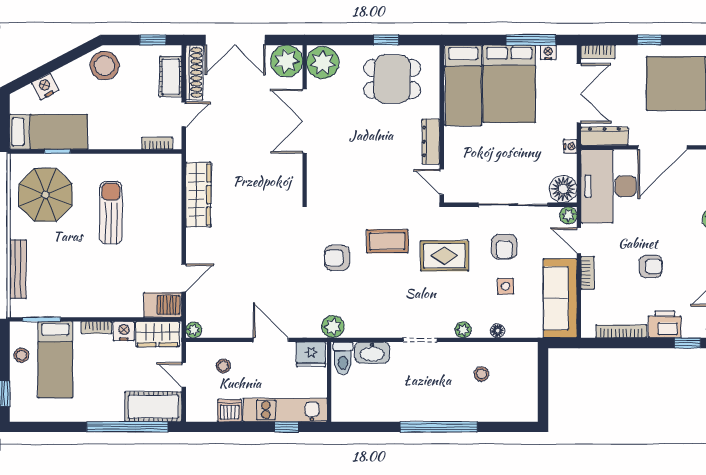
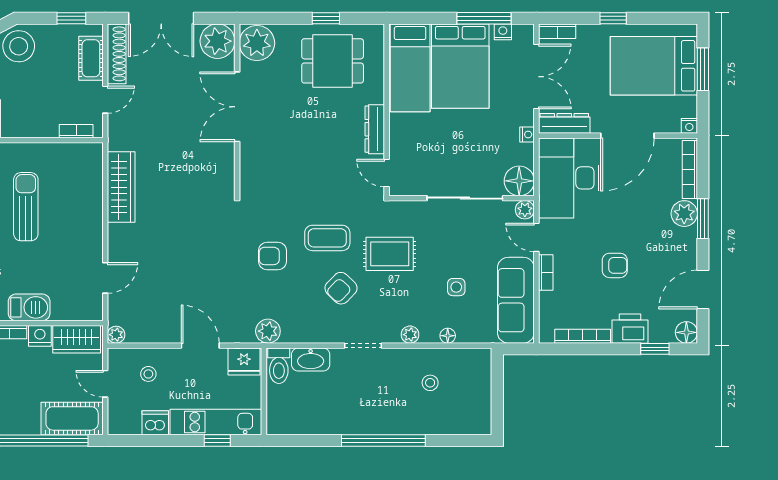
armchair: (504, 247) -> (341, 288), moved, turned 44
barbecue: (163, 305) -> (29, 307), moved

